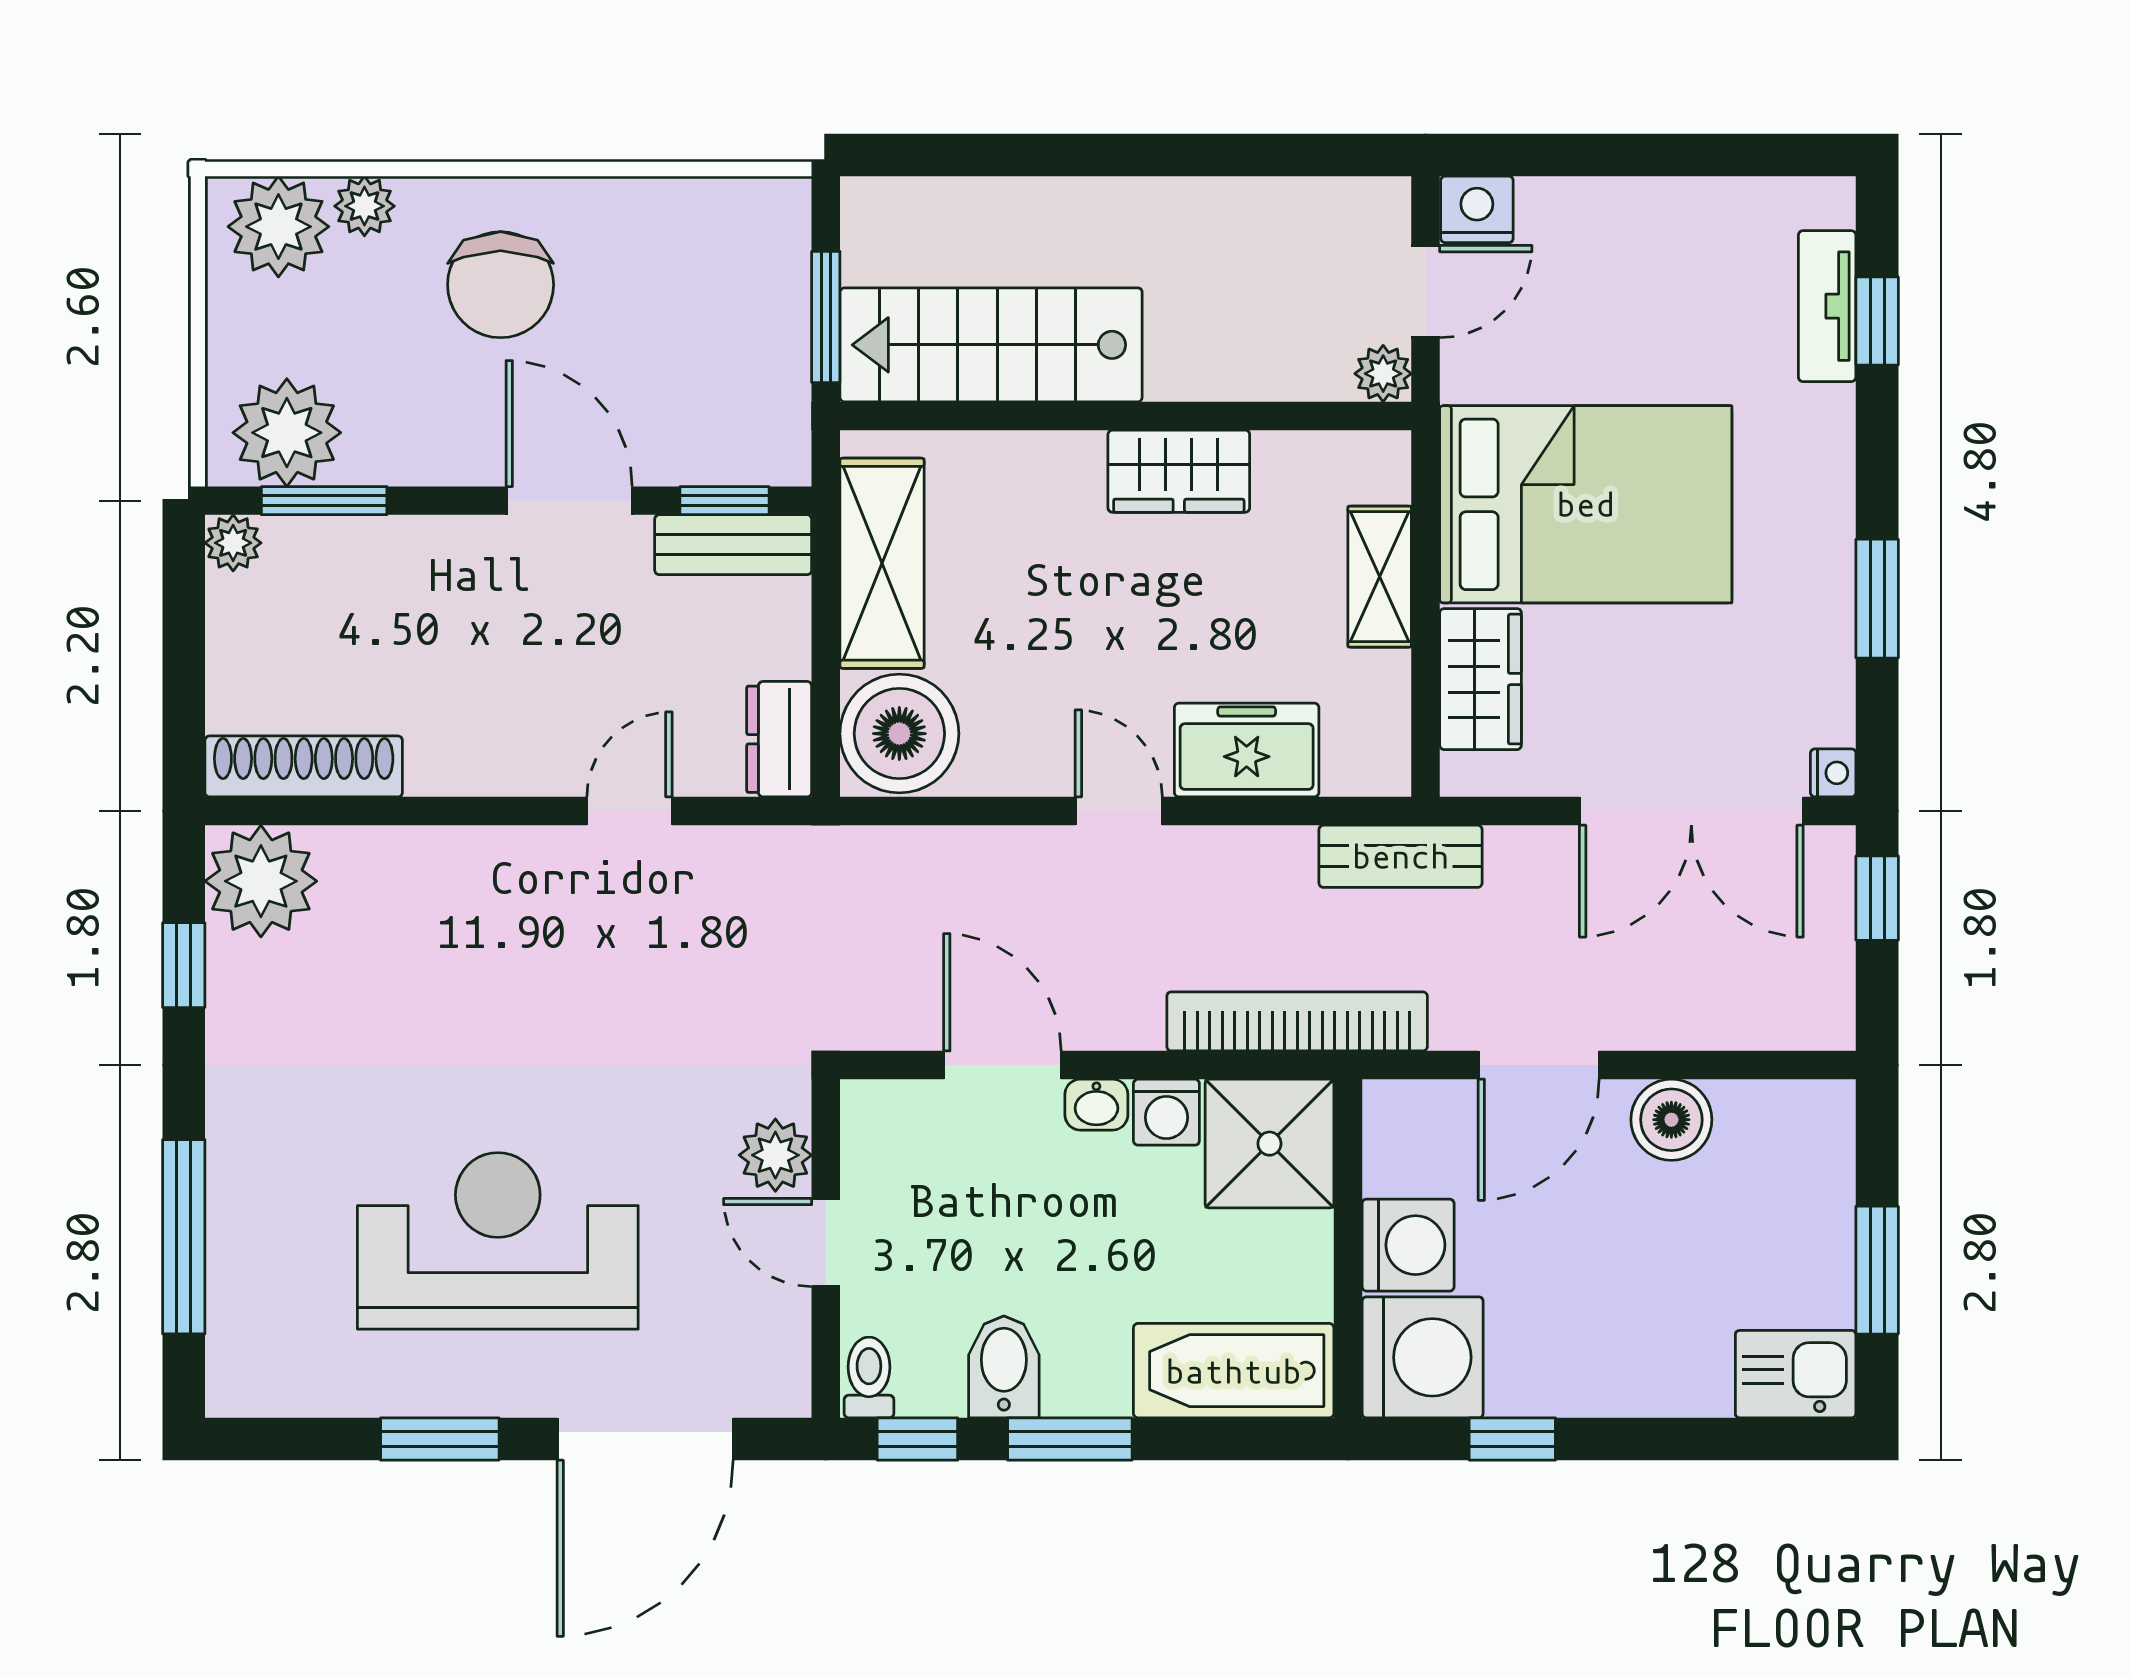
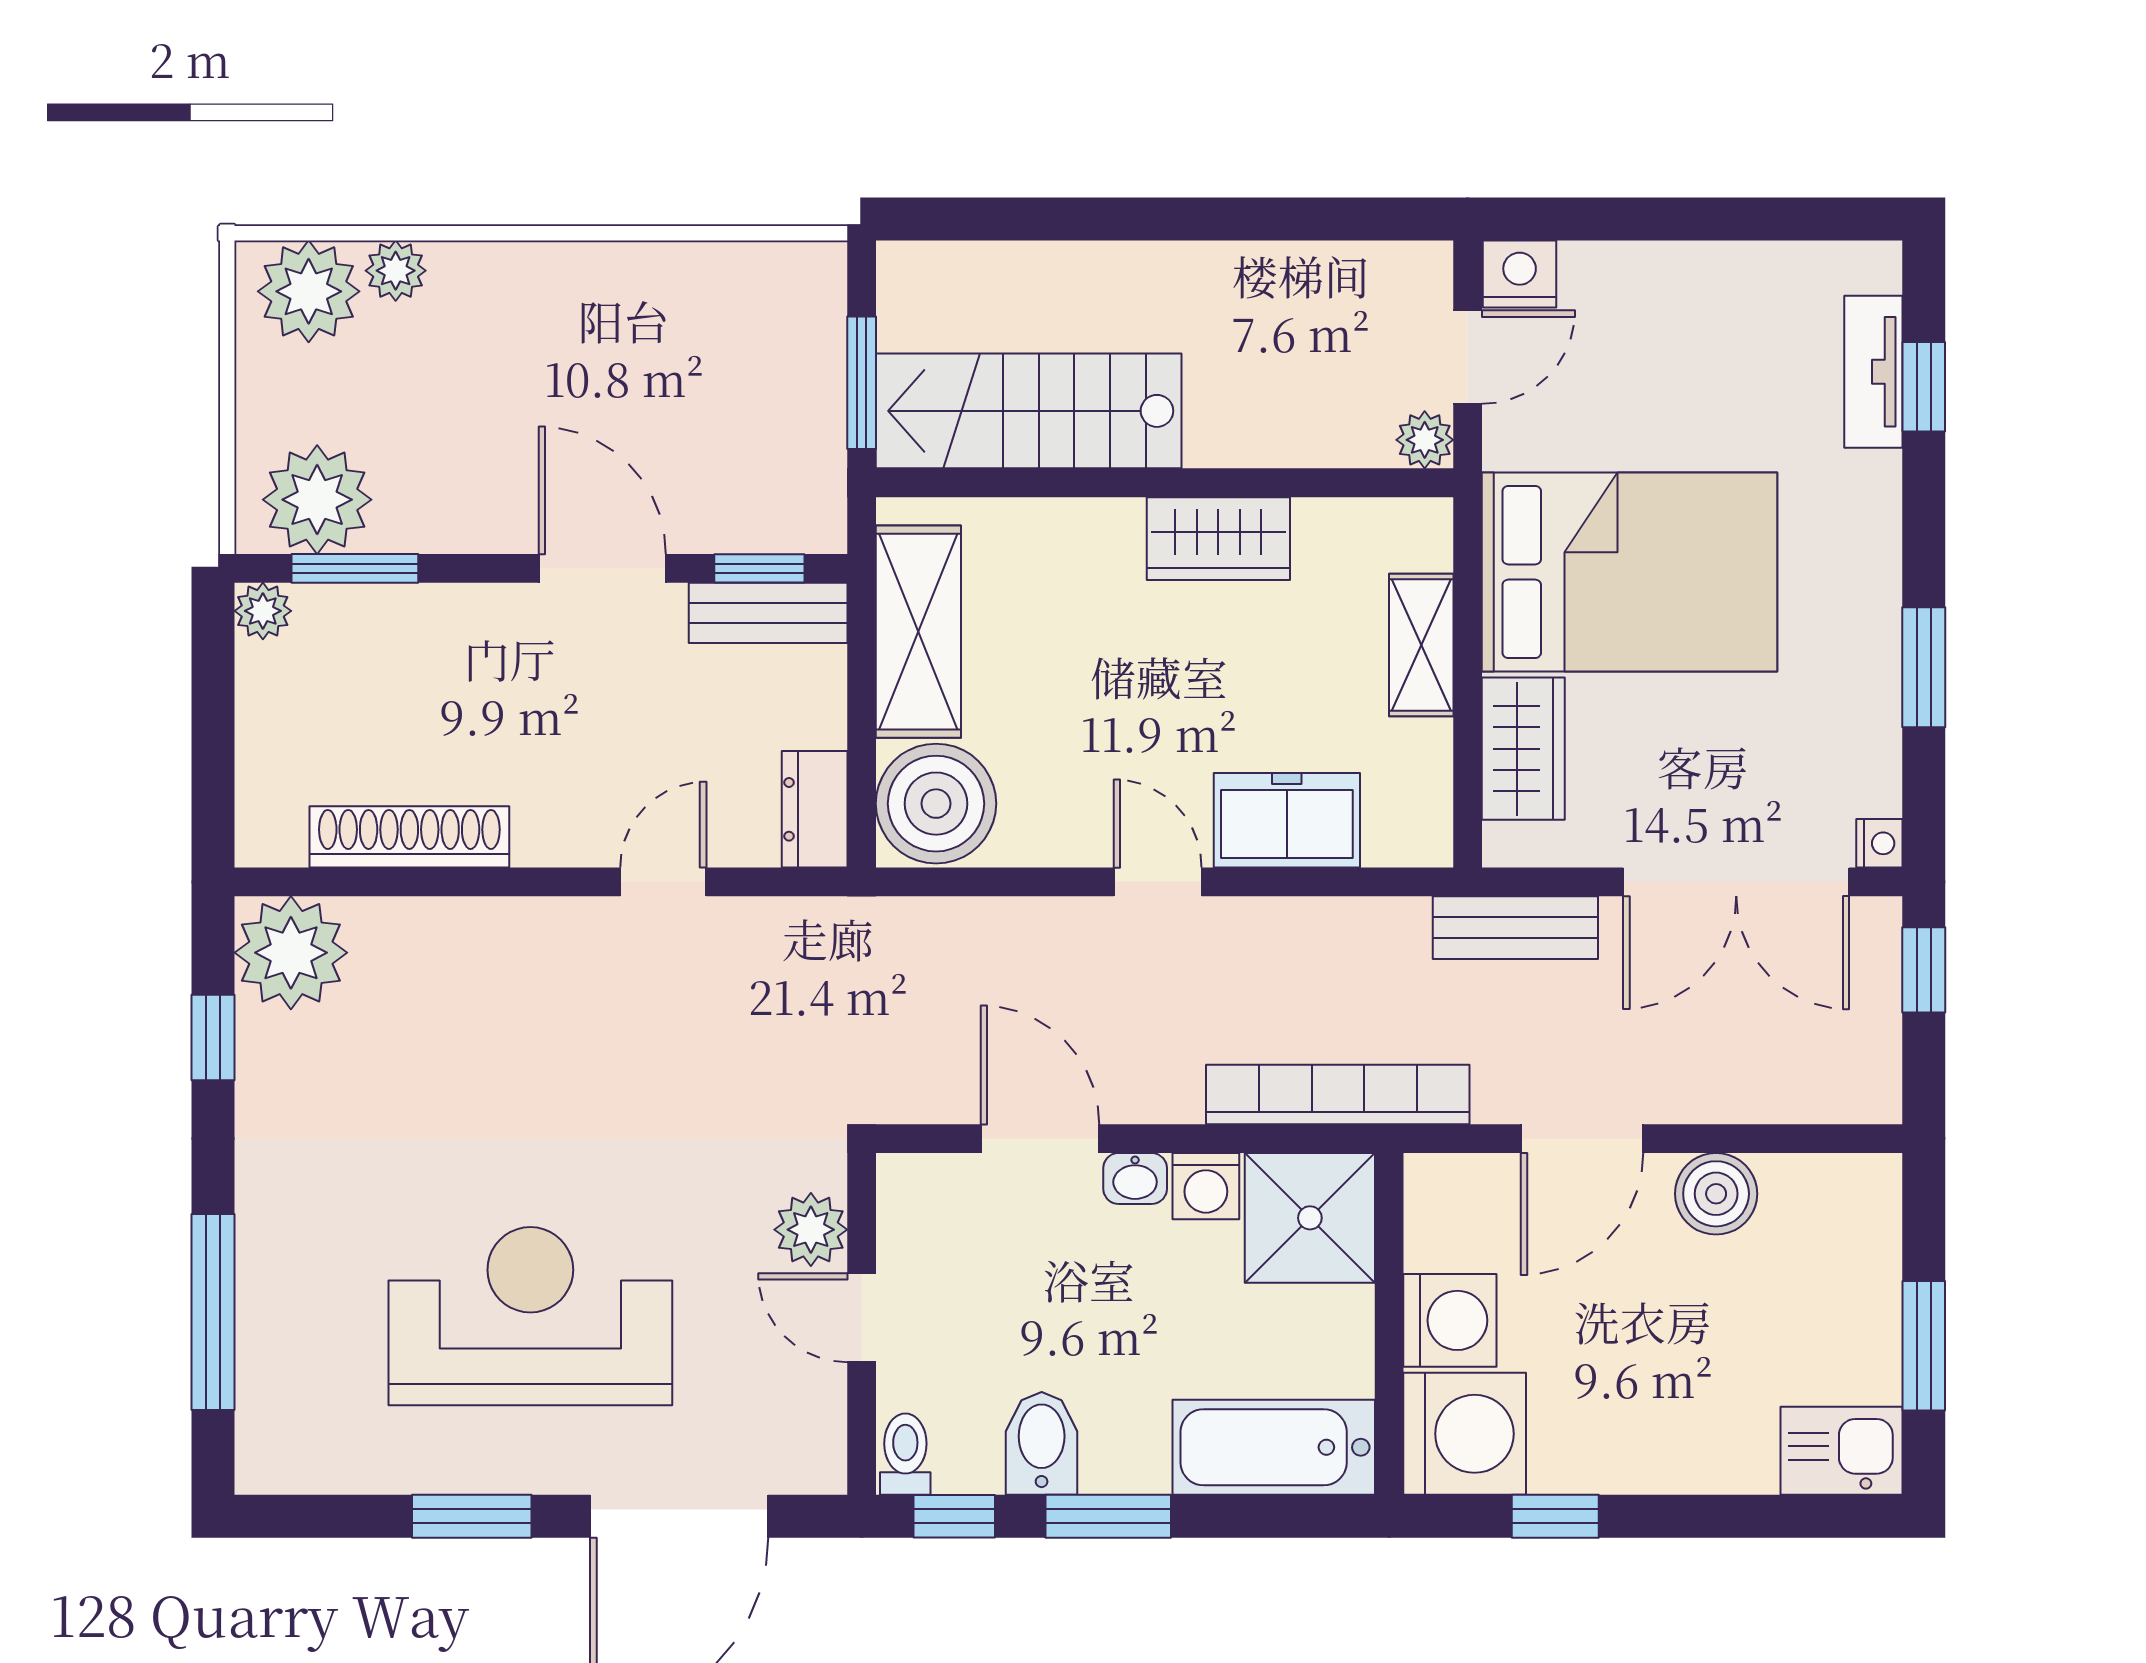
chair: (501, 285) -> (533, 350), removed
shoe rack: (304, 766) -> (409, 837), moved
bench: (1401, 856) -> (1515, 928), moved

